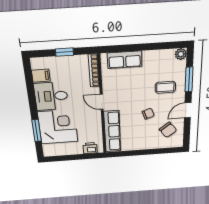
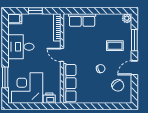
filing cabinet: (41, 76) -> (15, 19), moved
corner desk: (58, 127) -> (27, 88), moved, turned -90

